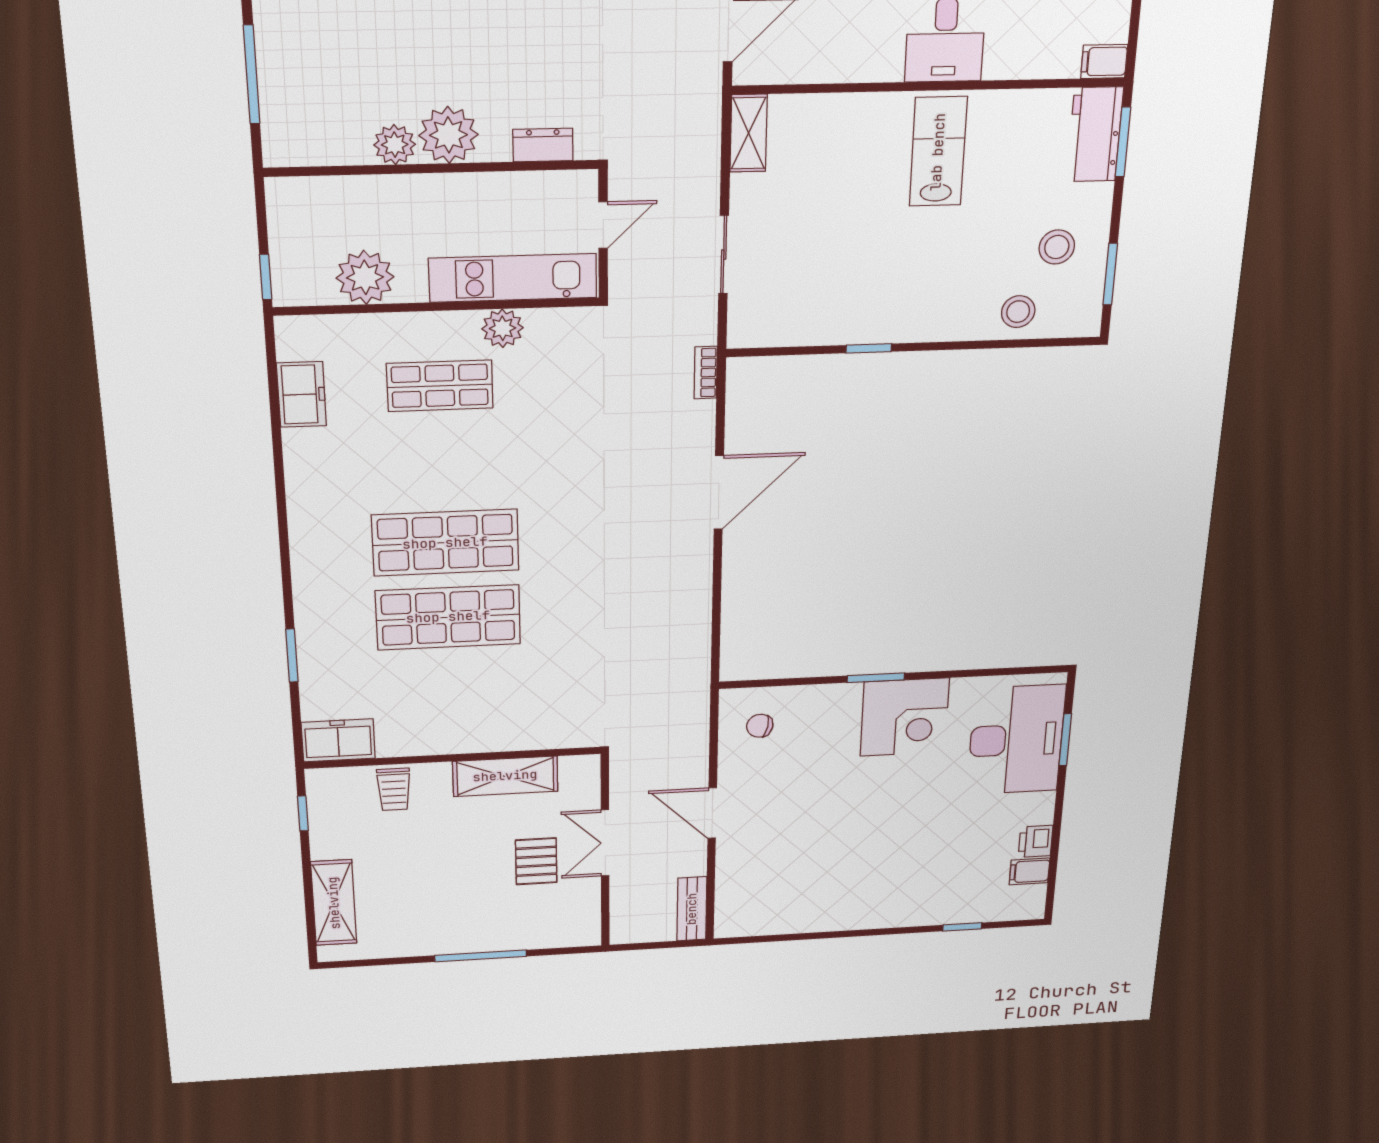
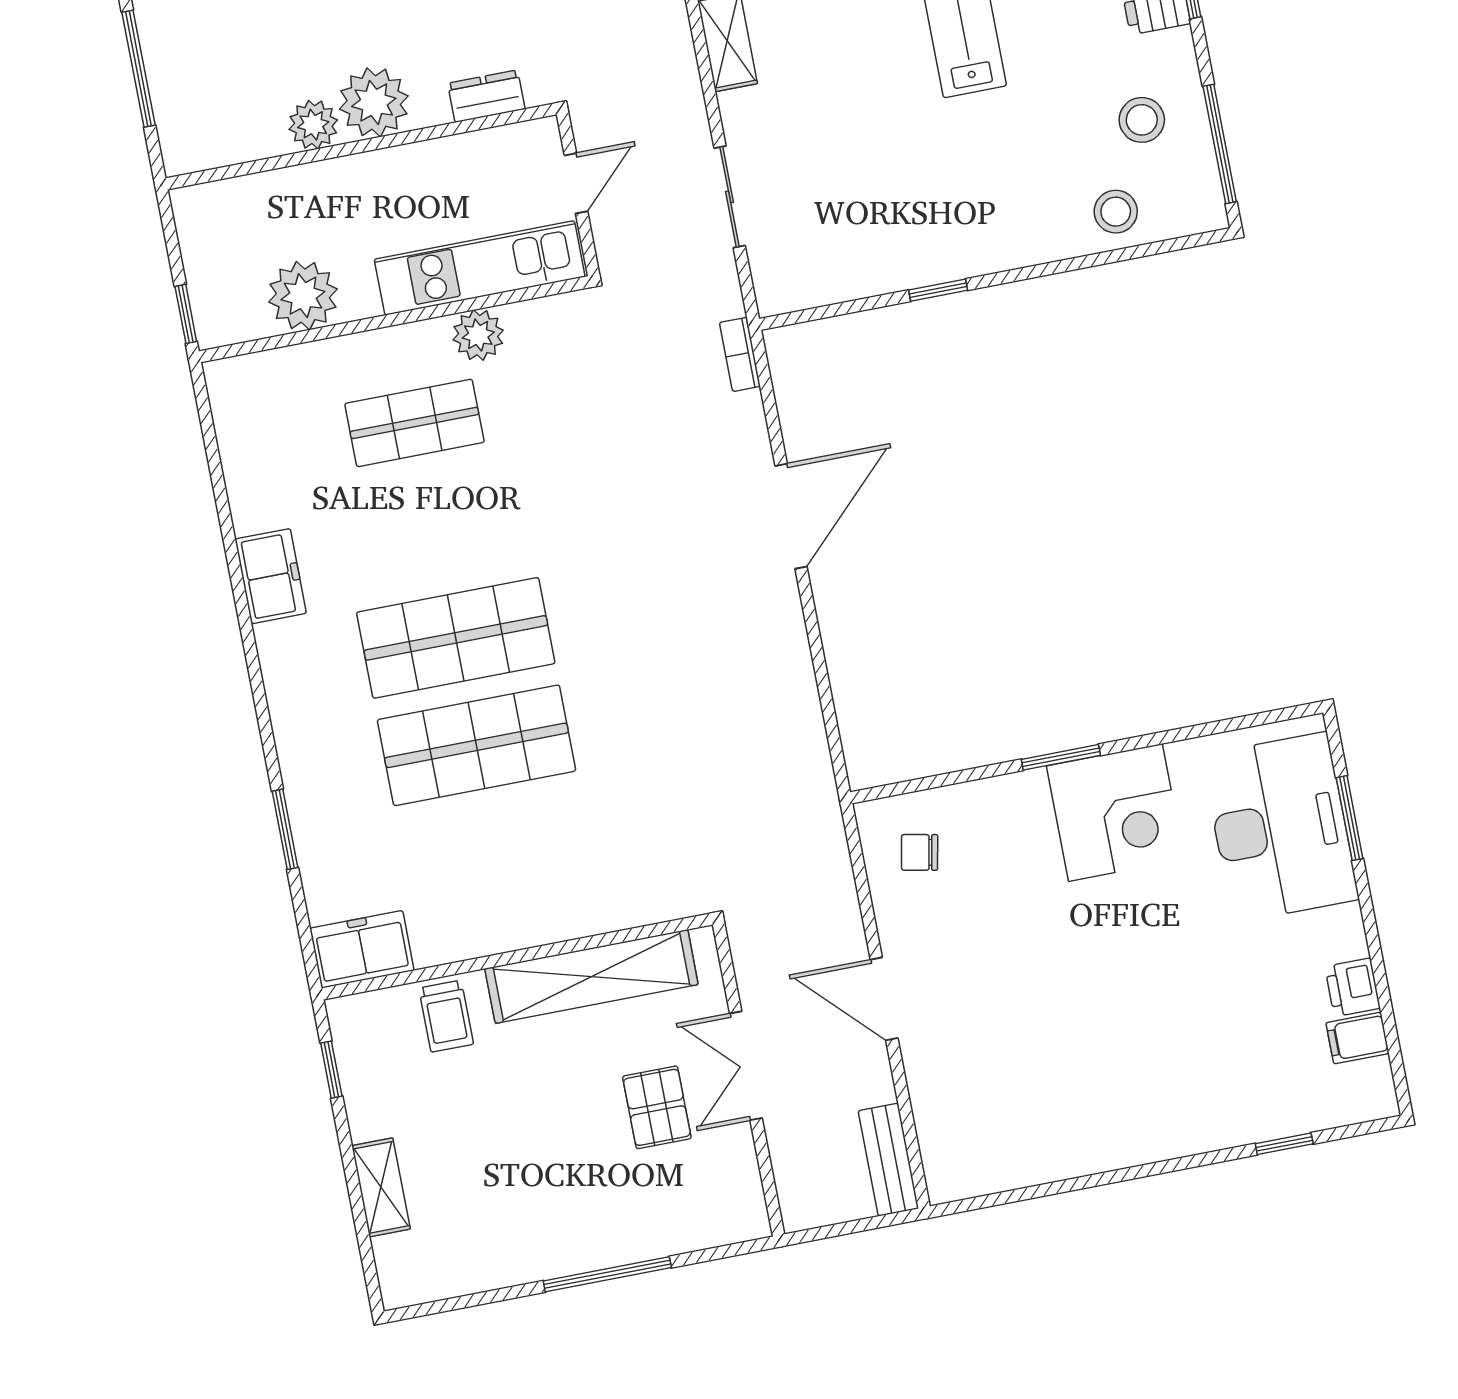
window: (1110, 274) -> (1220, 144), width x1.44
freezer: (301, 394) -> (271, 576), moved
shelving: (505, 776) -> (591, 976), width x1.47
shelving: (334, 903) -> (381, 1187), width x0.67, depth x0.75

